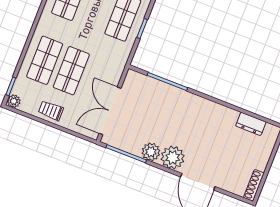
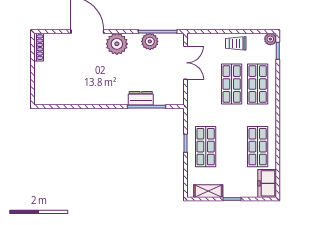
trolley: (51, 111) -> (236, 43), turned 180
double door: (110, 111) -> (185, 63), width x0.73
dresser: (251, 124) -> (141, 98), moved
plant: (151, 152) -> (150, 41), moved

